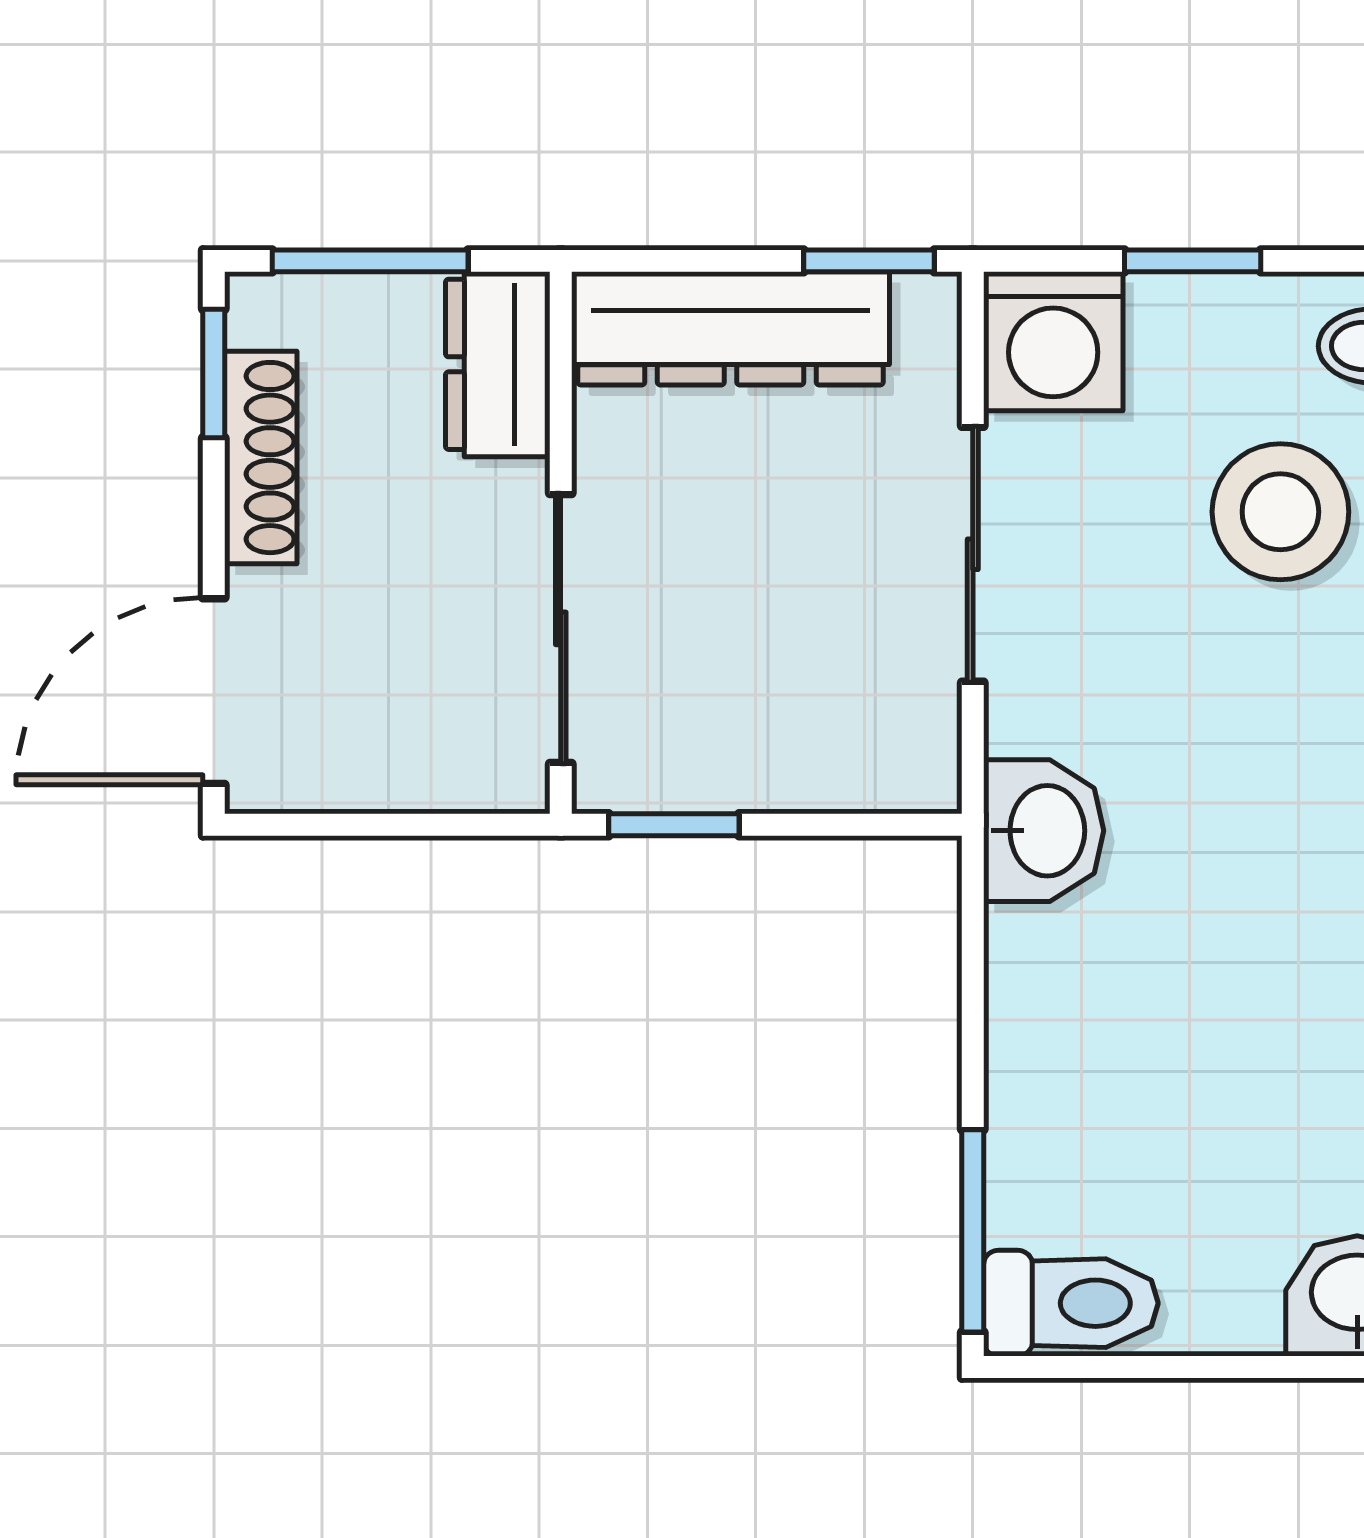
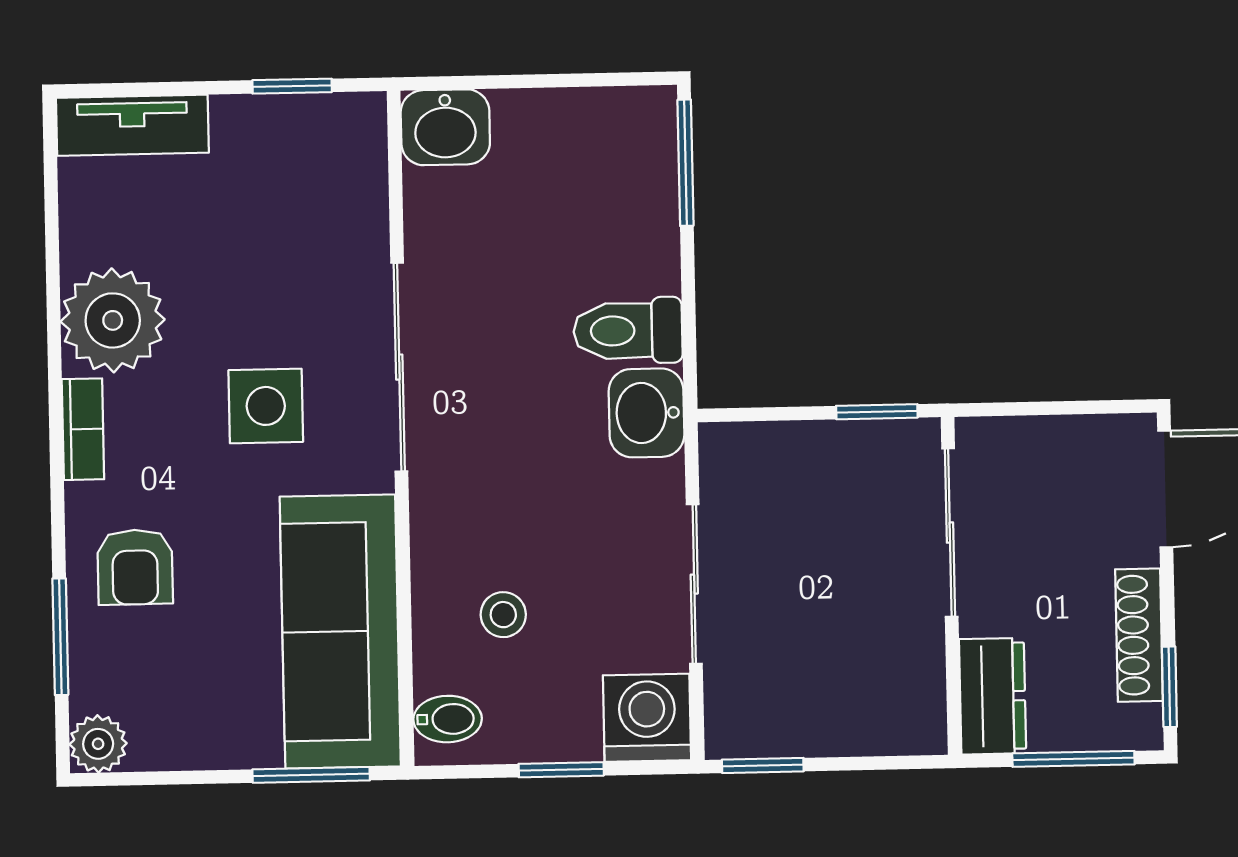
dresser: (730, 328) -> (848, 722), removed
stool: (1280, 512) -> (503, 615), width x0.53, depth x0.53
toilet: (1071, 1303) -> (628, 331), moved

